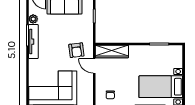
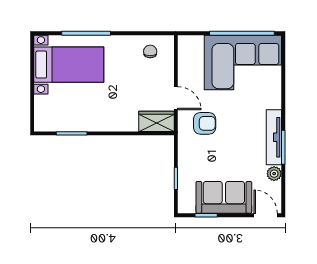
armchair: (76, 50) -> (205, 123), turned 97
wardrobe: (112, 51) -> (156, 121), width x0.67

